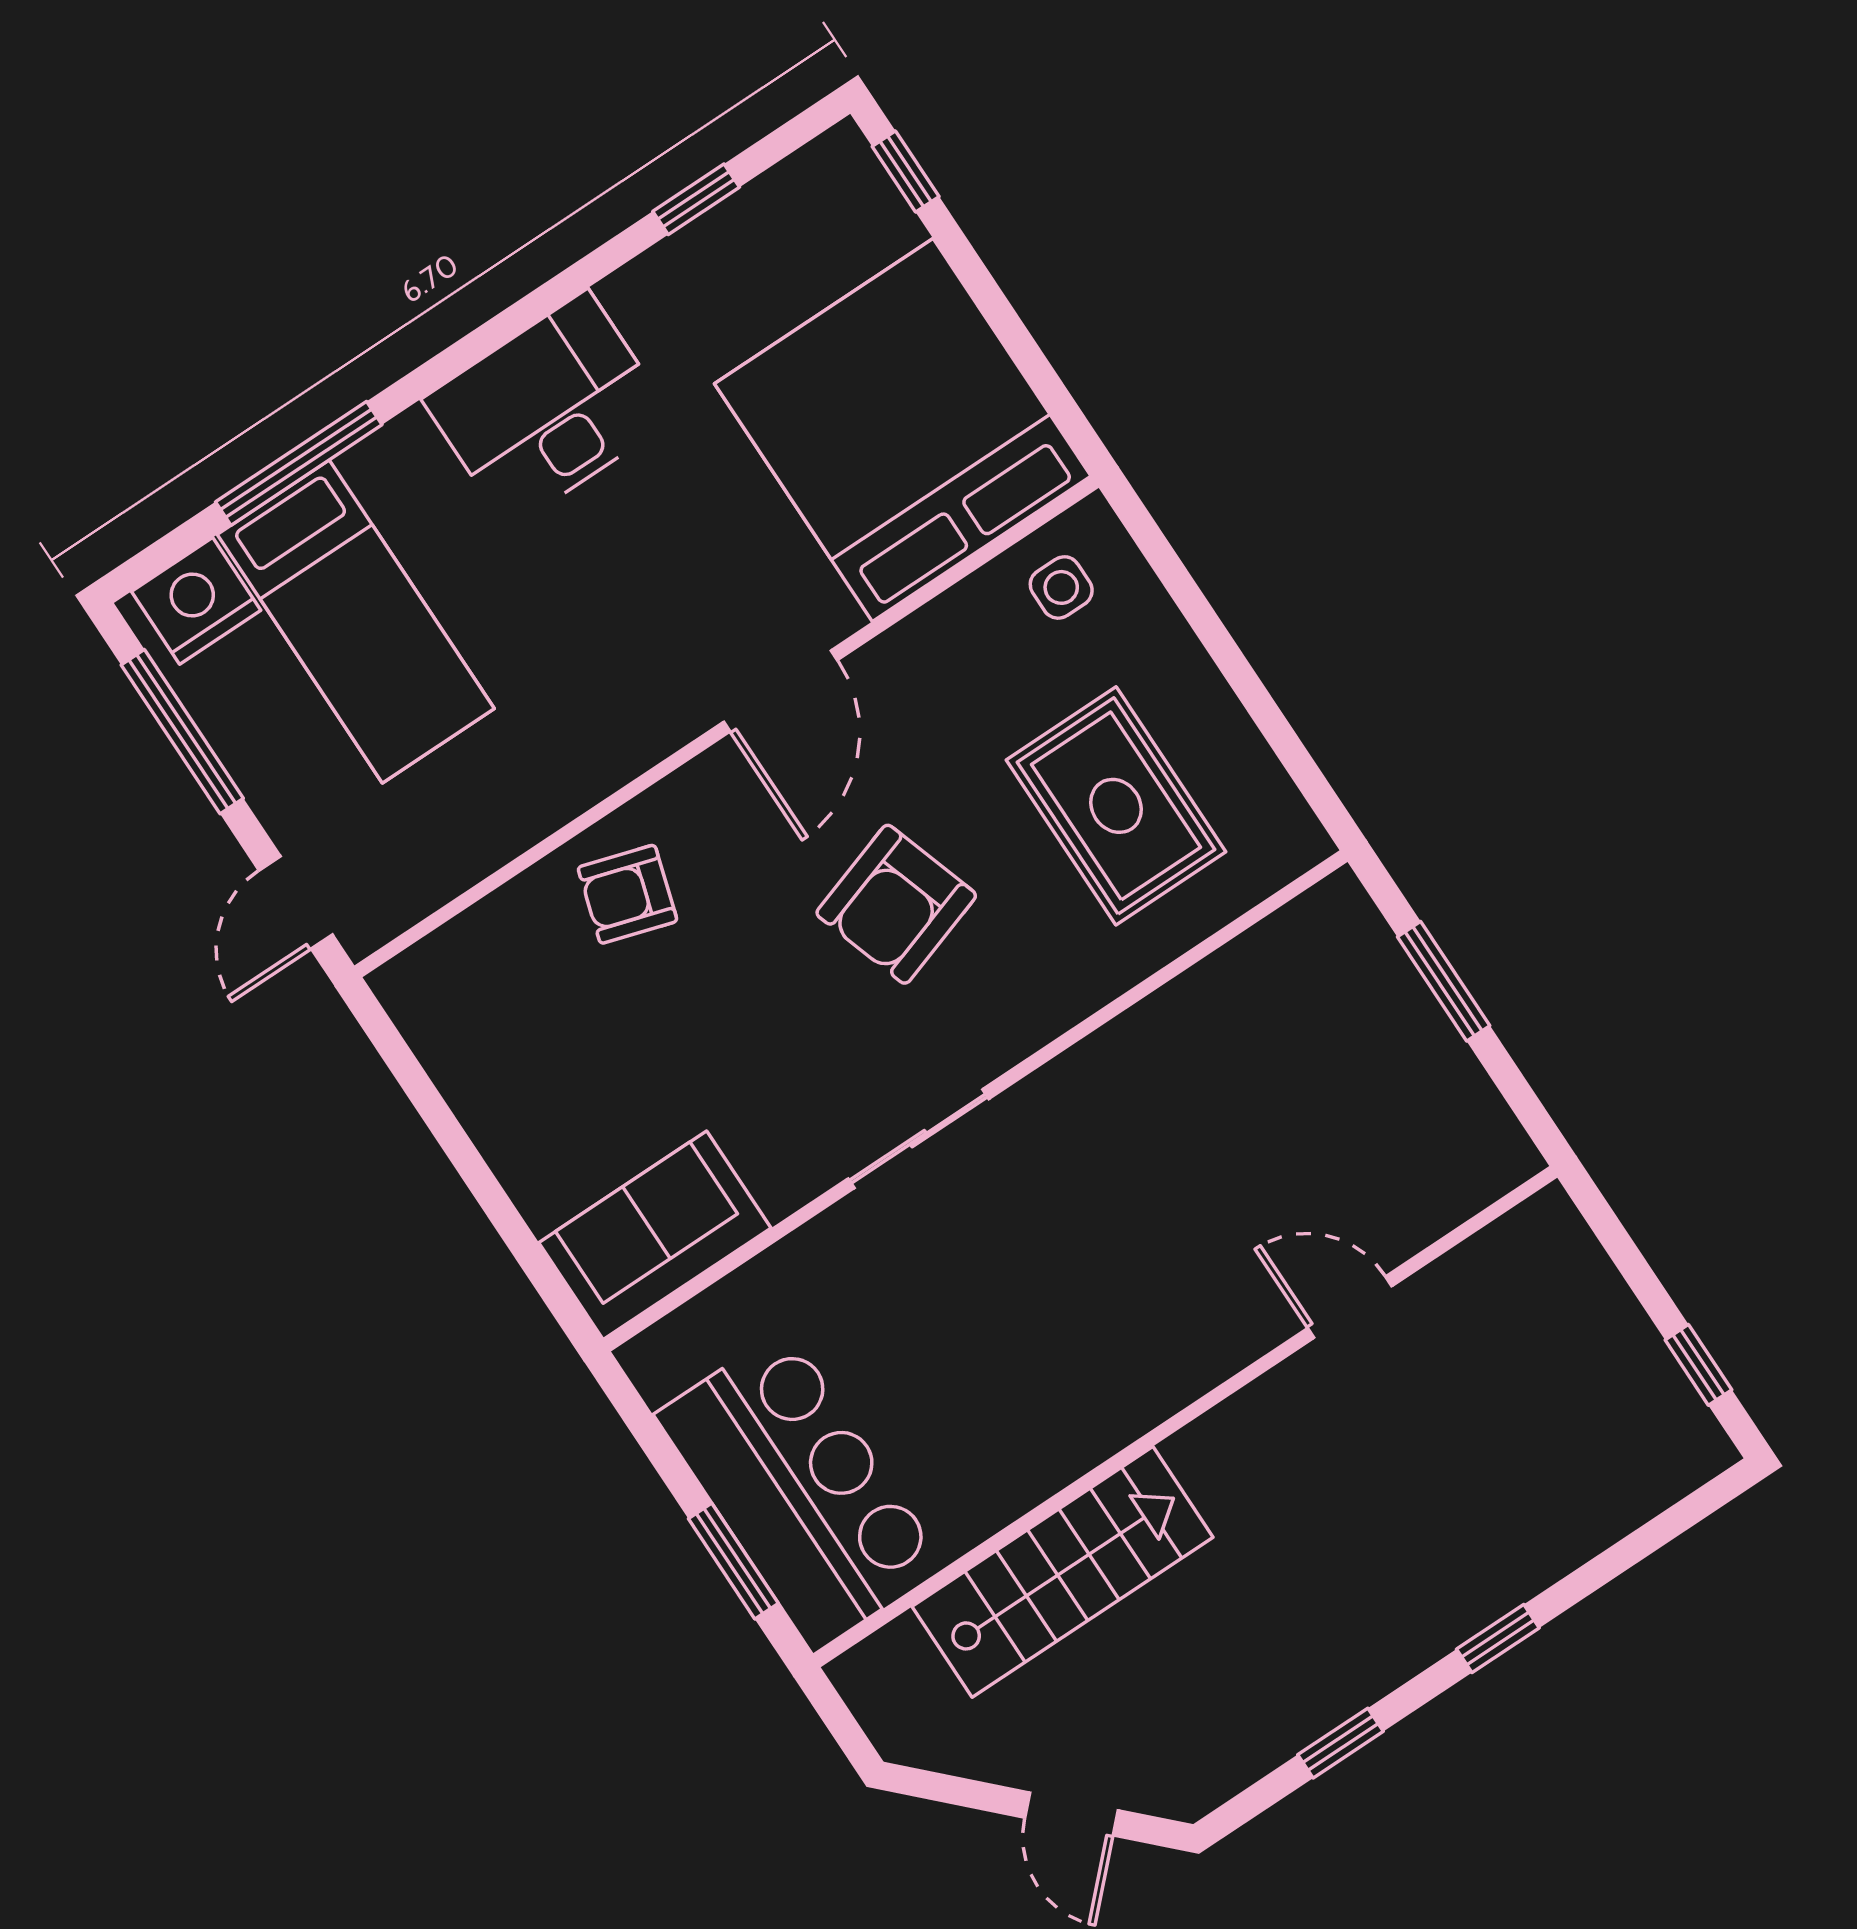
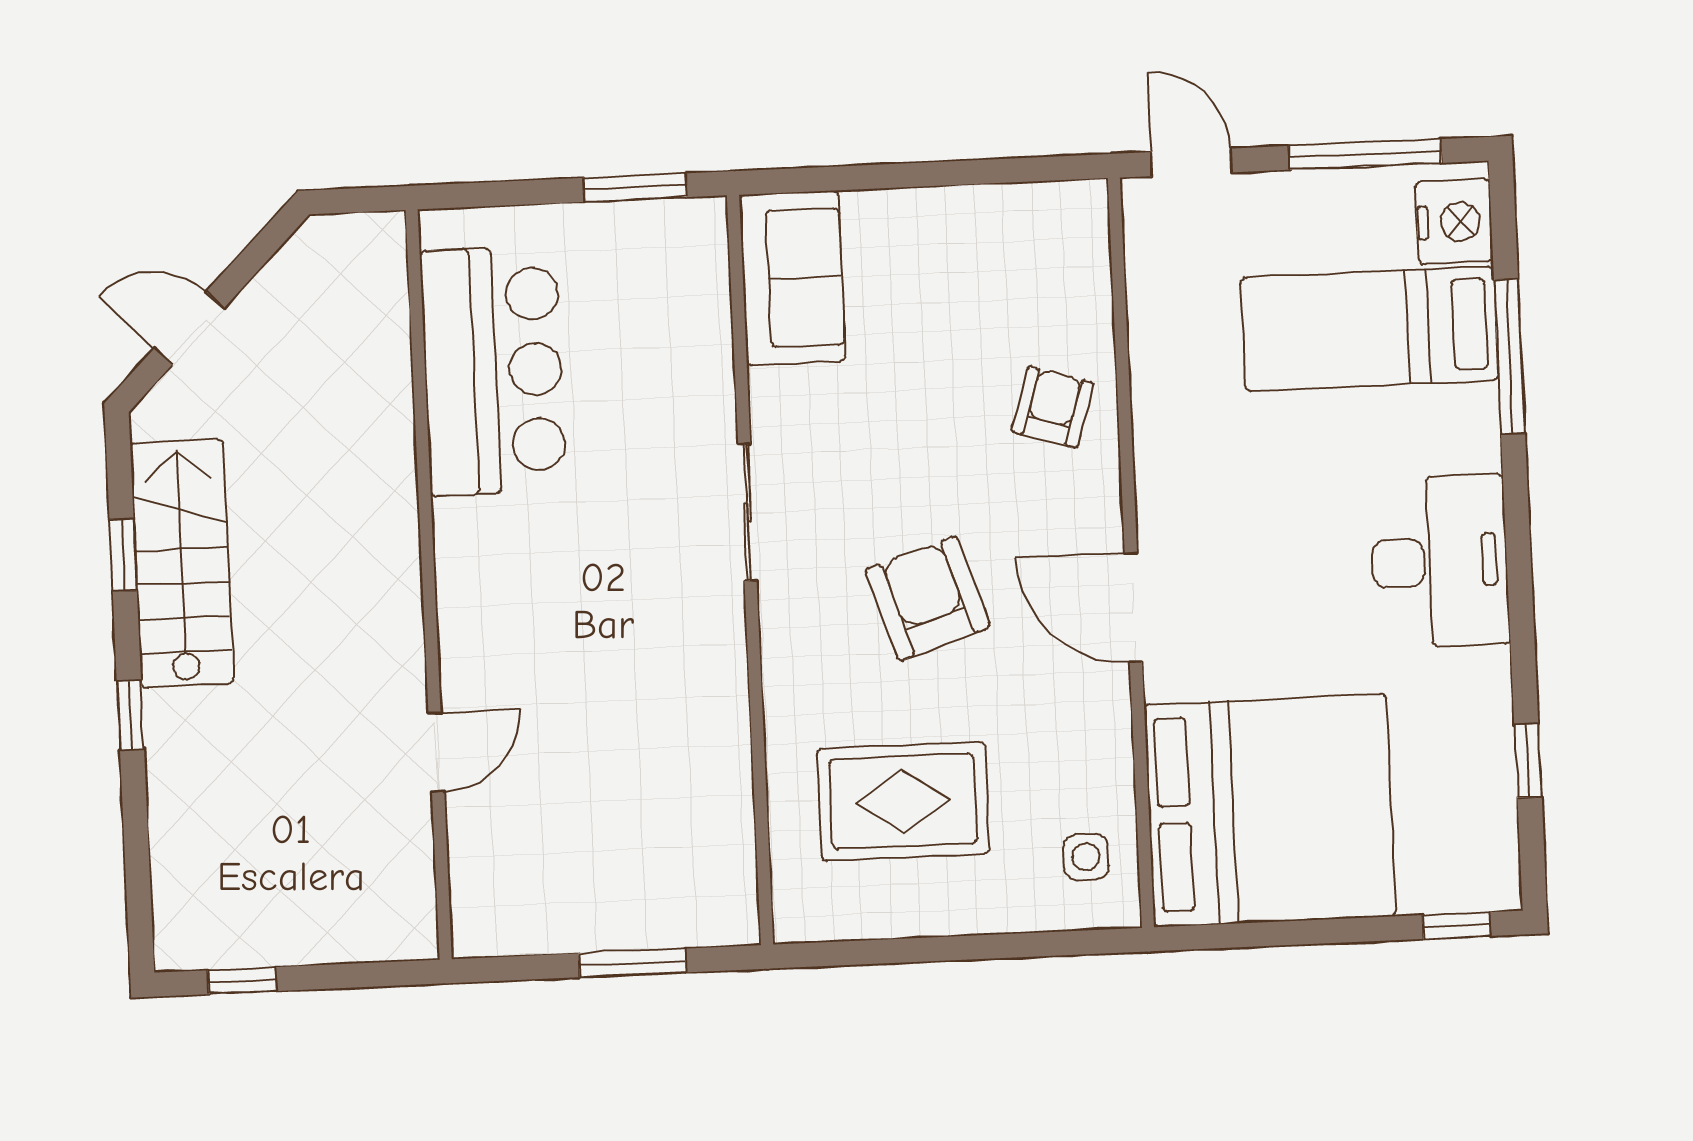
bar counter: (800, 1490) -> (493, 371), moved, turned -90
window: (733, 1561) -> (635, 188), moved
stairs: (1063, 1572) -> (182, 563), moved, turned 180

